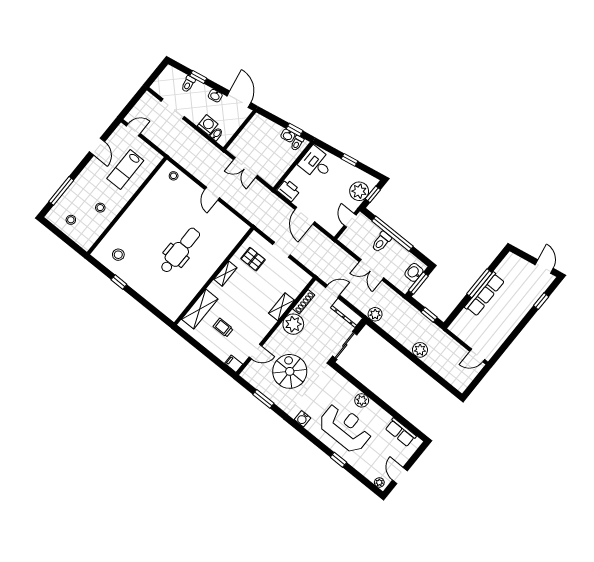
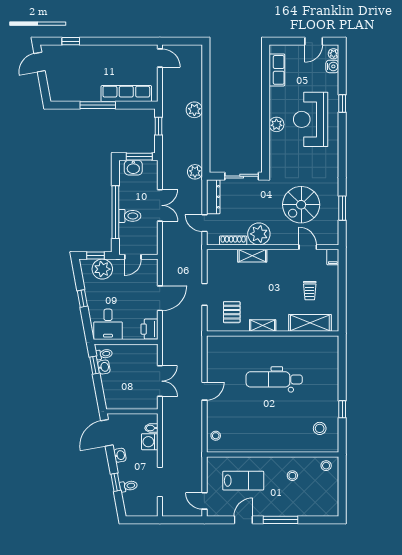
window: (61, 191) -> (281, 520), moved
stool: (71, 220) -> (326, 466), moved
row of seats: (485, 294) -> (126, 94), moved
water cooler: (302, 419) -> (332, 66), moved

